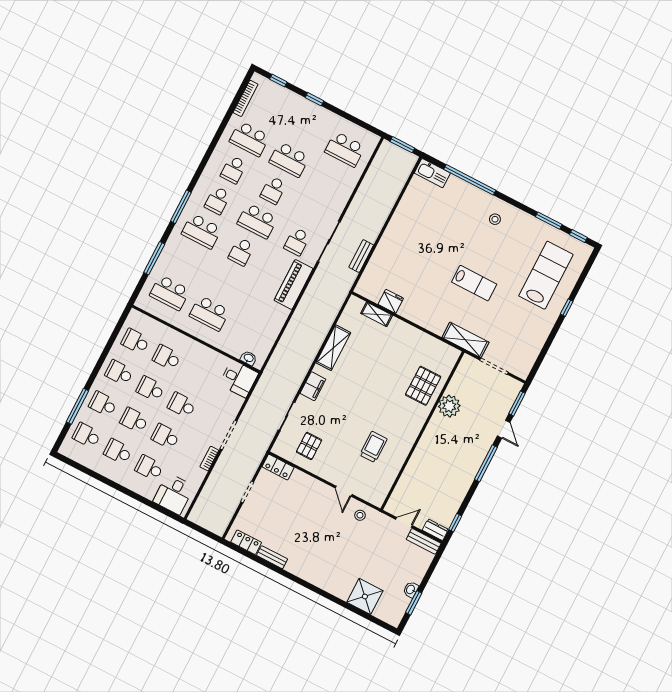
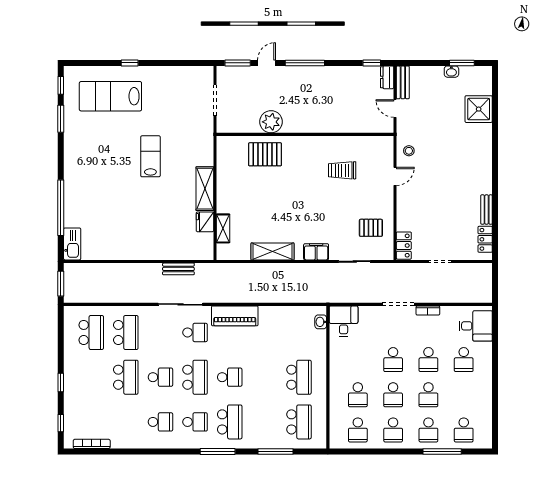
school desk: (249, 139) -> (126, 332), moved
stool: (495, 219) -> (84, 167), removed
shelving: (465, 340) -> (205, 189), moved
school desk: (118, 452) -> (464, 395), removed

